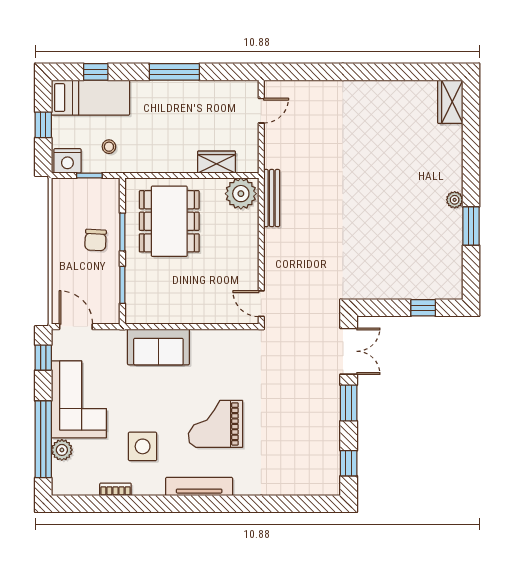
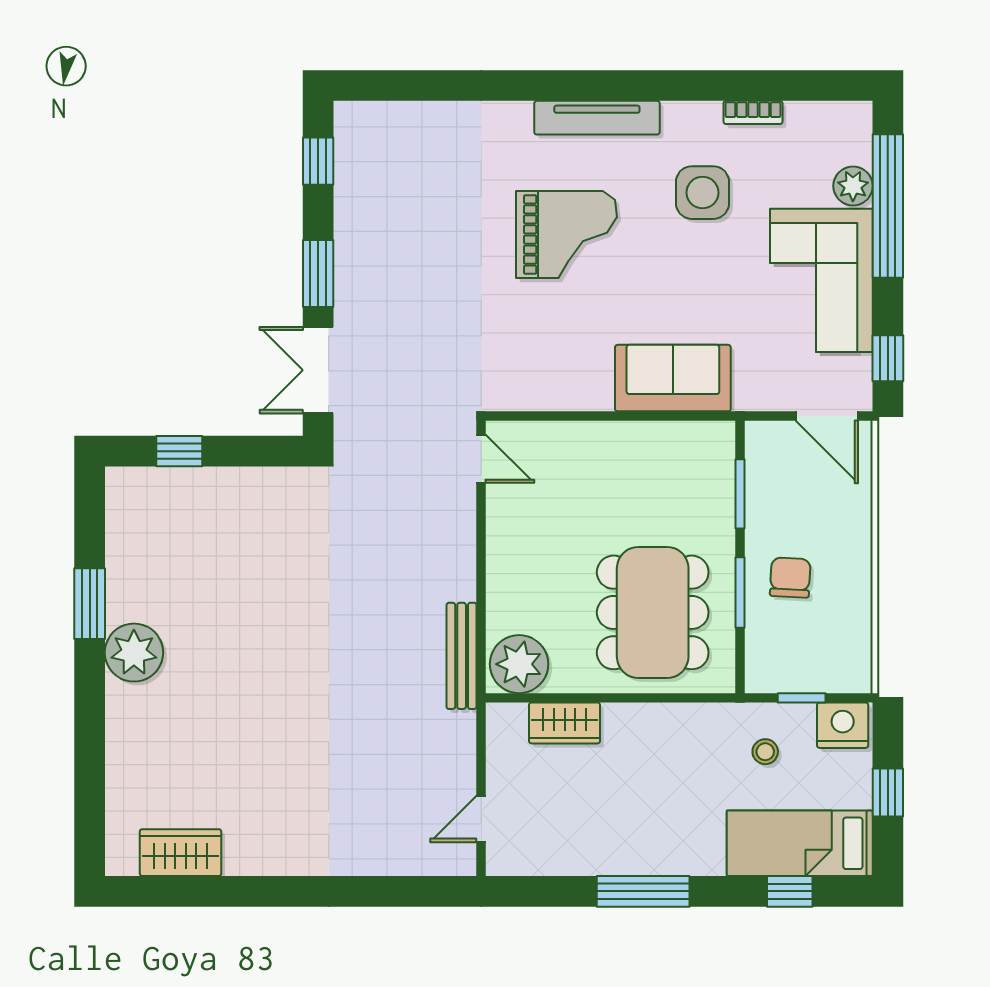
wardrobe: (450, 102) -> (181, 853), moved, turned -90
plant: (455, 200) -> (134, 653), width x1.88, depth x1.88

